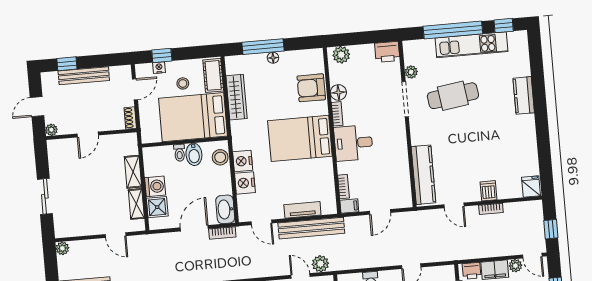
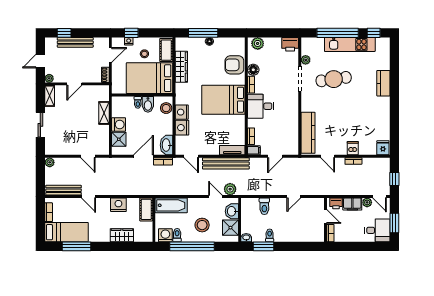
shelving: (136, 204) -> (50, 96), moved
tv unit: (302, 210) -> (232, 150), moved

